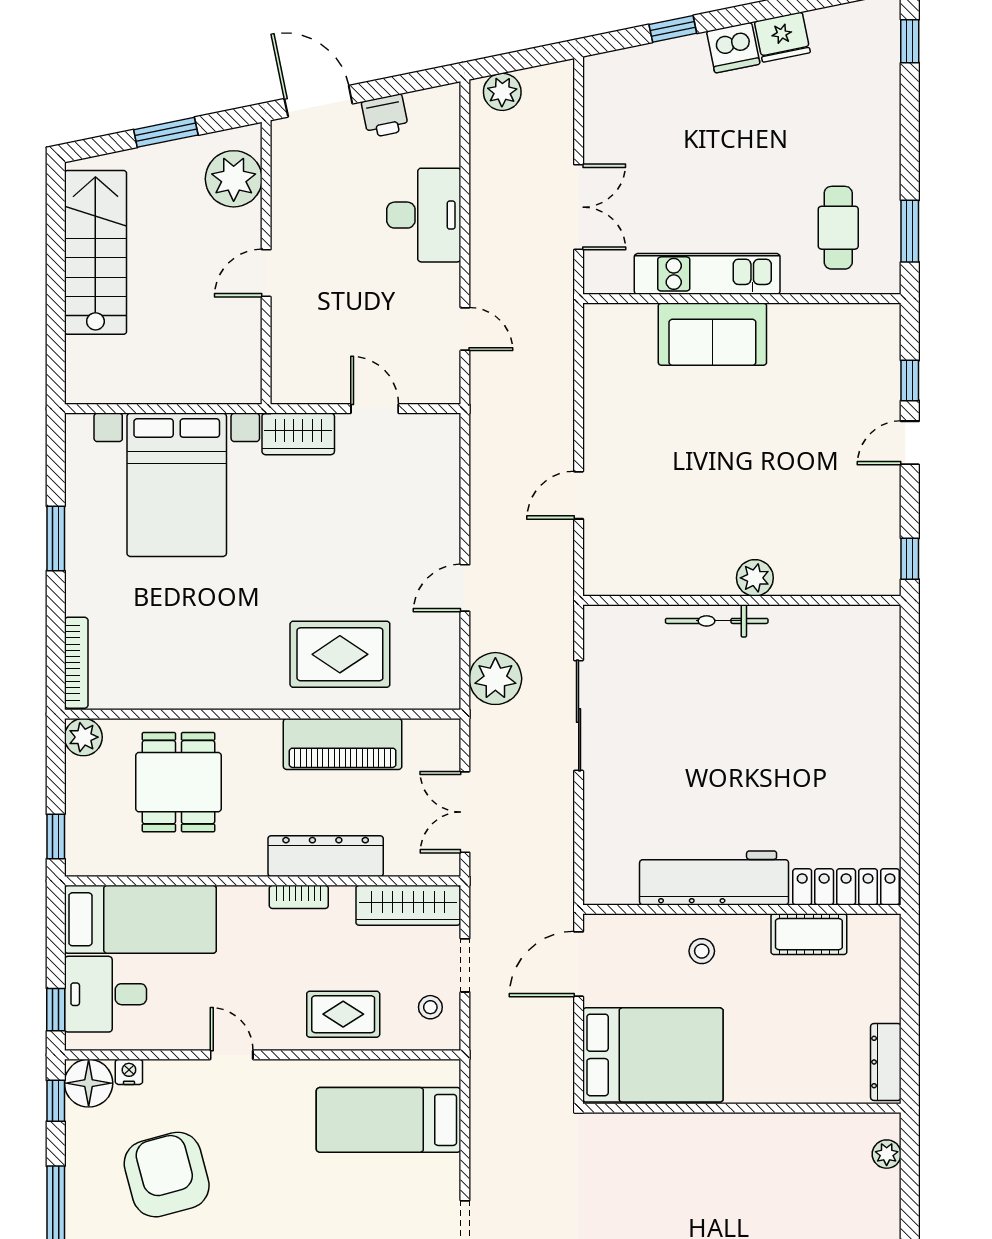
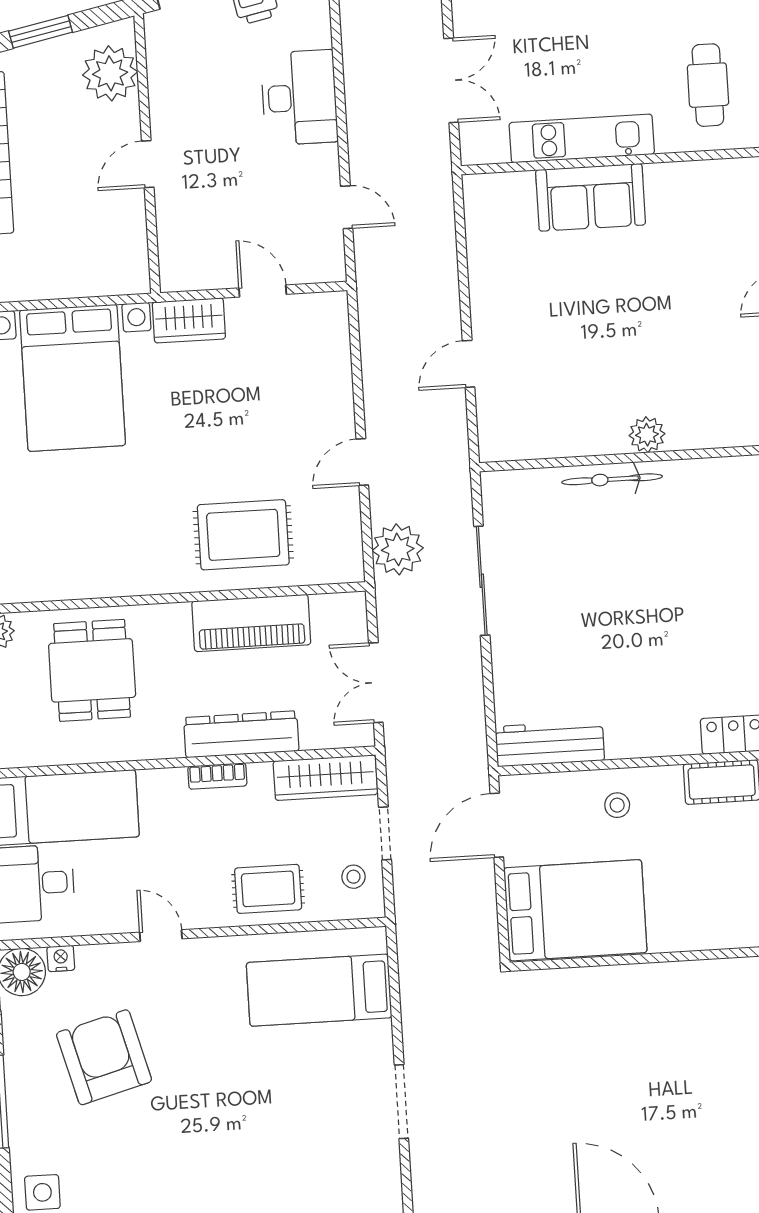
workbench: (714, 878) -> (550, 744), moved, width x0.73, depth x0.76

